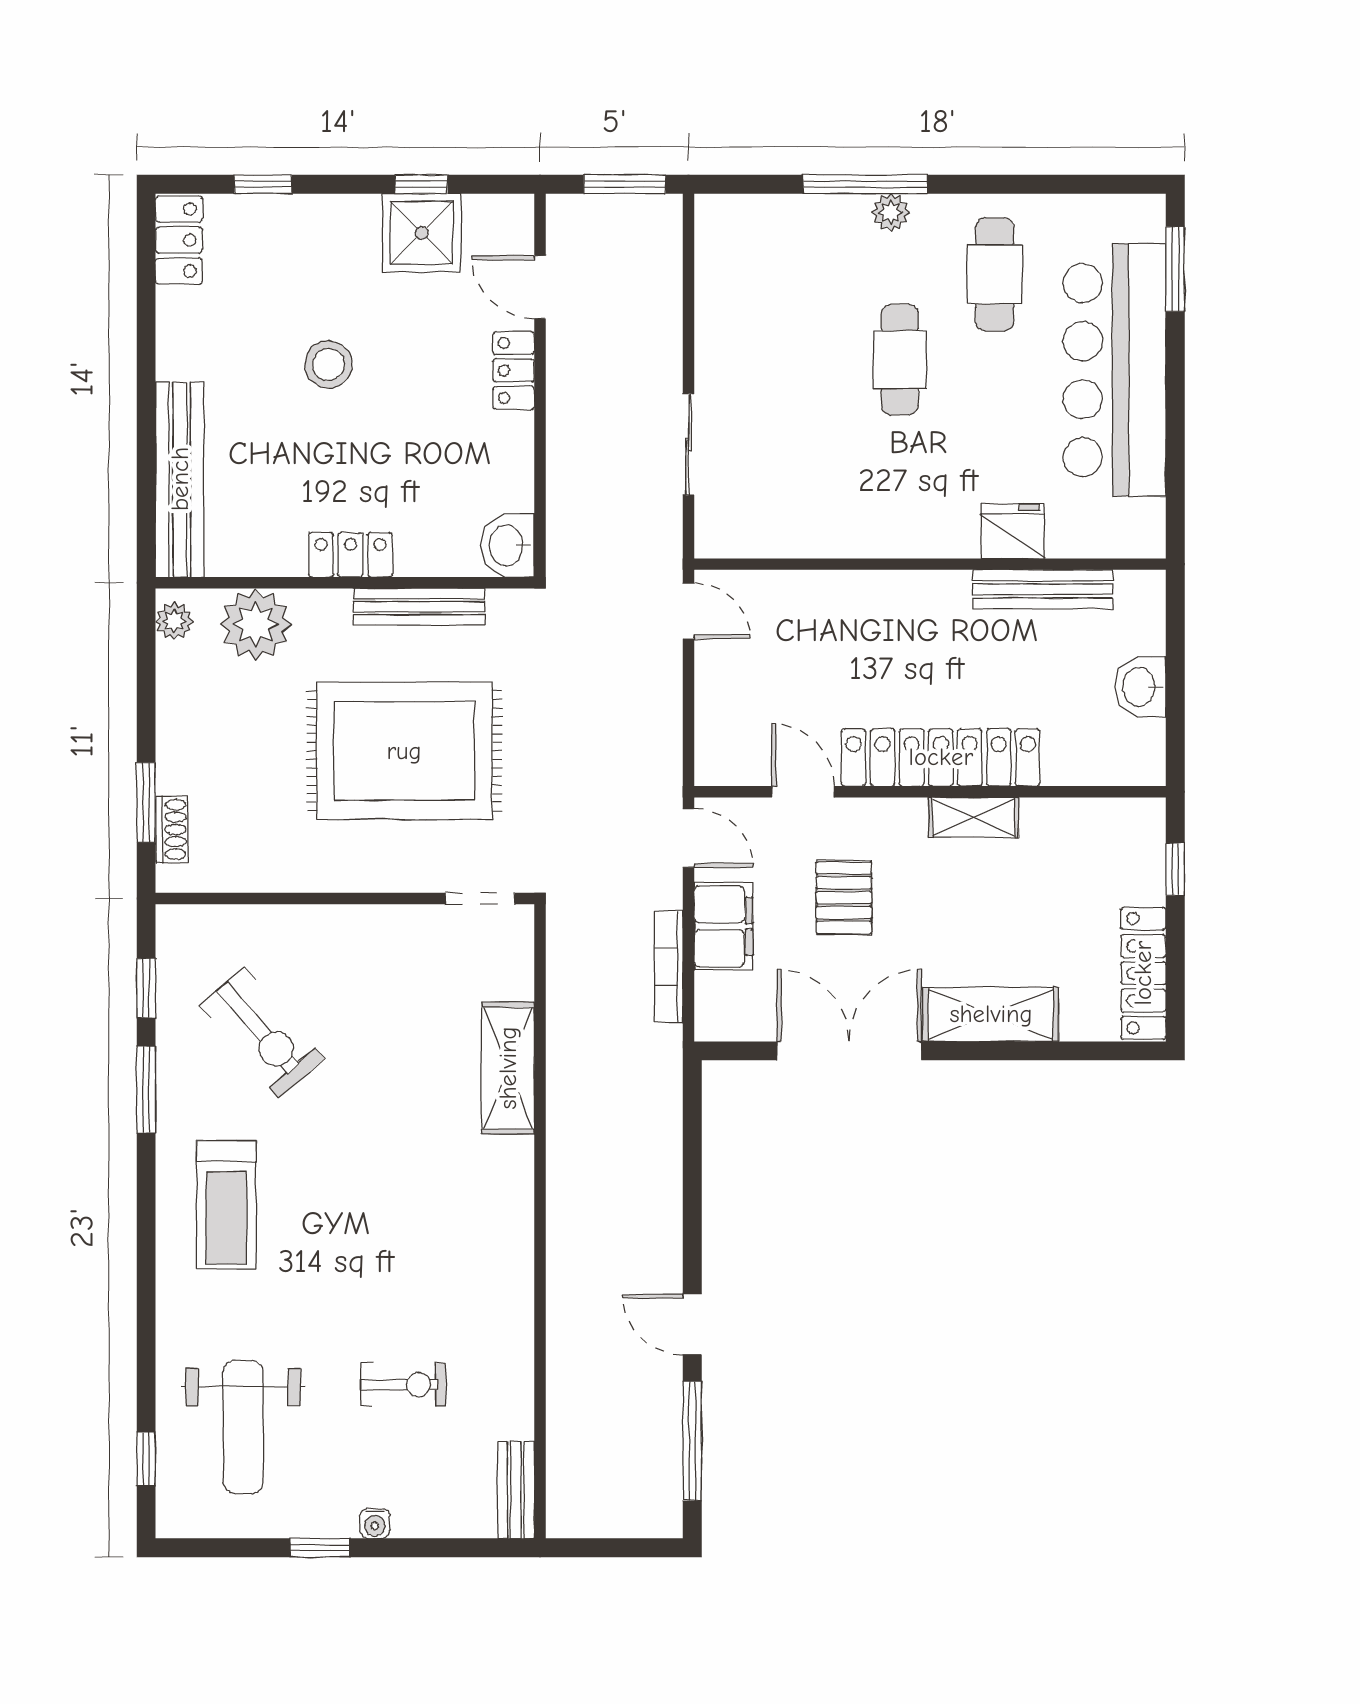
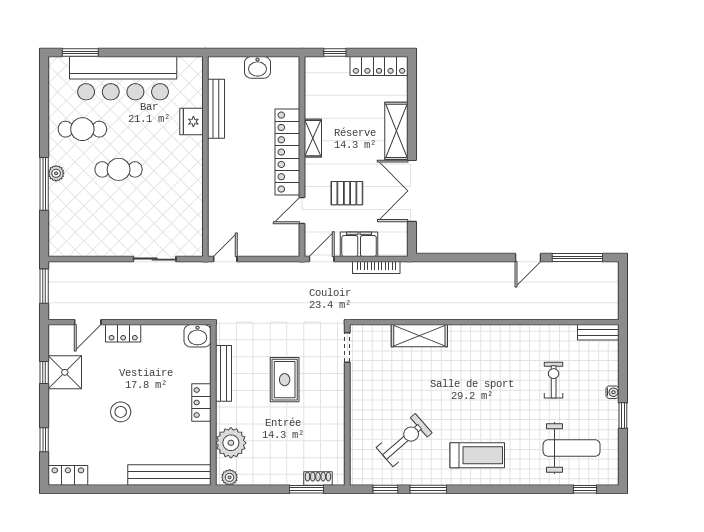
rug: (404, 751) -> (285, 380), width x0.54, depth x0.49

